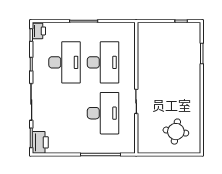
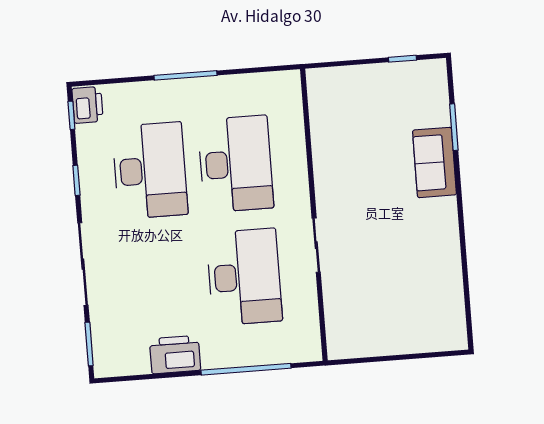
sofa: (192, 69) -> (434, 162), added
round table: (176, 132) -> (410, 305), removed
printer: (40, 142) -> (175, 355), moved, turned -90

